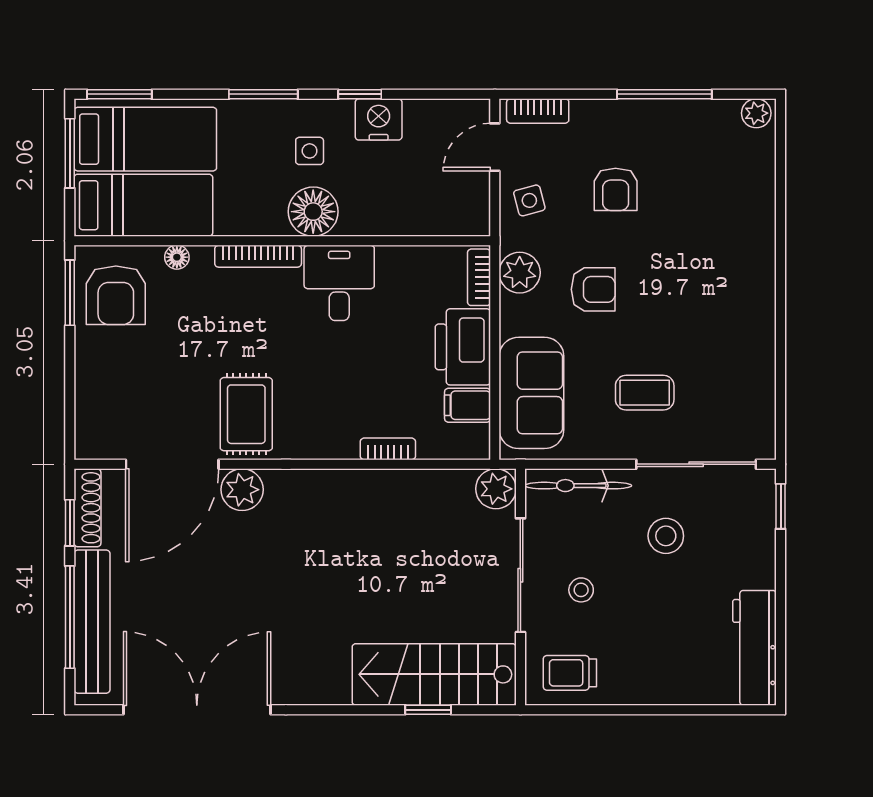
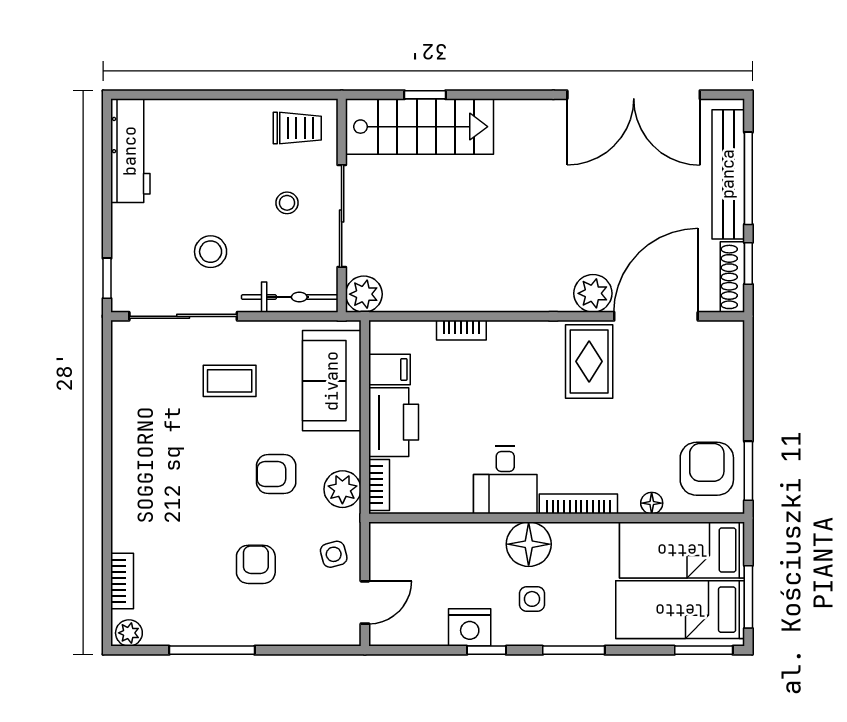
bookcase: (538, 111) -> (122, 581), moved, turned 90

